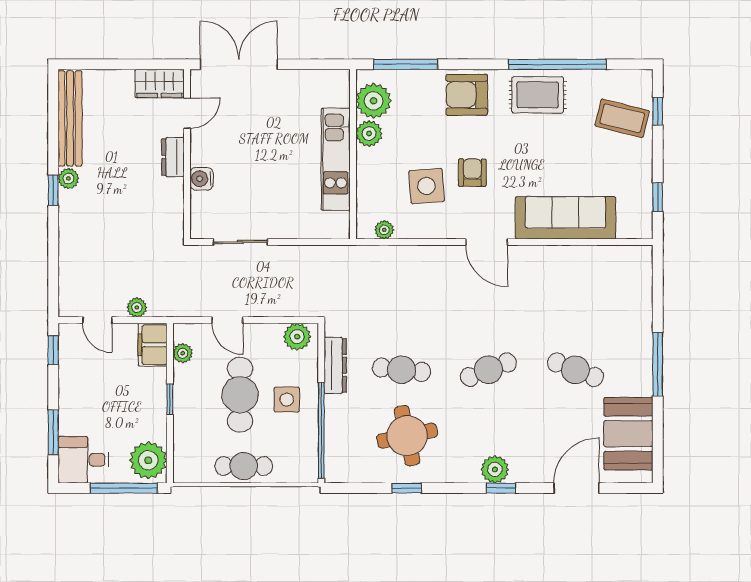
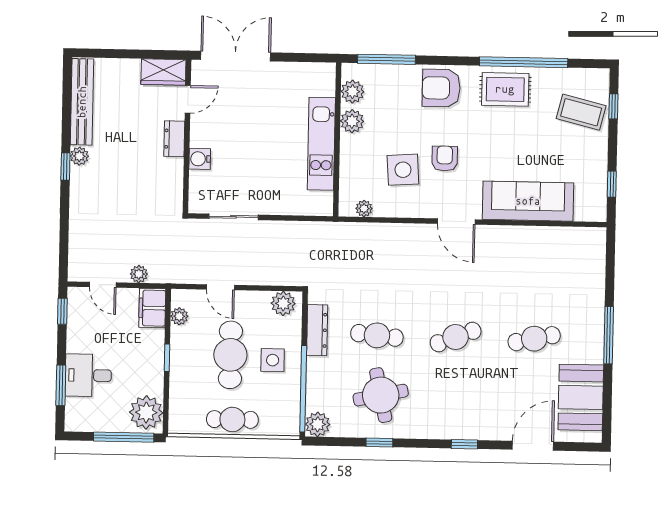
plant: (374, 101) -> (352, 92), width x0.73, depth x0.73
cafe table: (575, 370) -> (534, 339), turned -33
desk: (83, 460) -> (88, 375), moved
plant: (495, 469) -> (318, 424), moved

